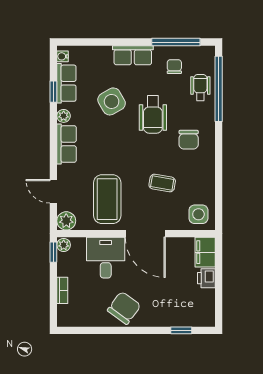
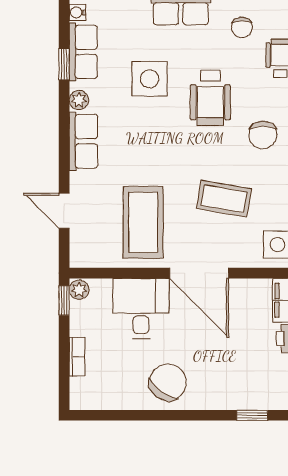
chair: (174, 67) -> (242, 27), turned 180
side table: (112, 101) -> (150, 79), turned 30
coffee table: (162, 183) -> (224, 199), width x1.36, depth x1.30
plant: (66, 221) -> (83, 254), removed

